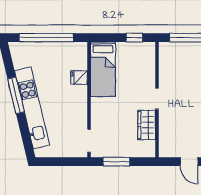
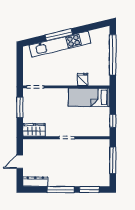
window: (16, 95) -> (59, 35), moved
wardrobe: (147, 125) -> (34, 130), moved

